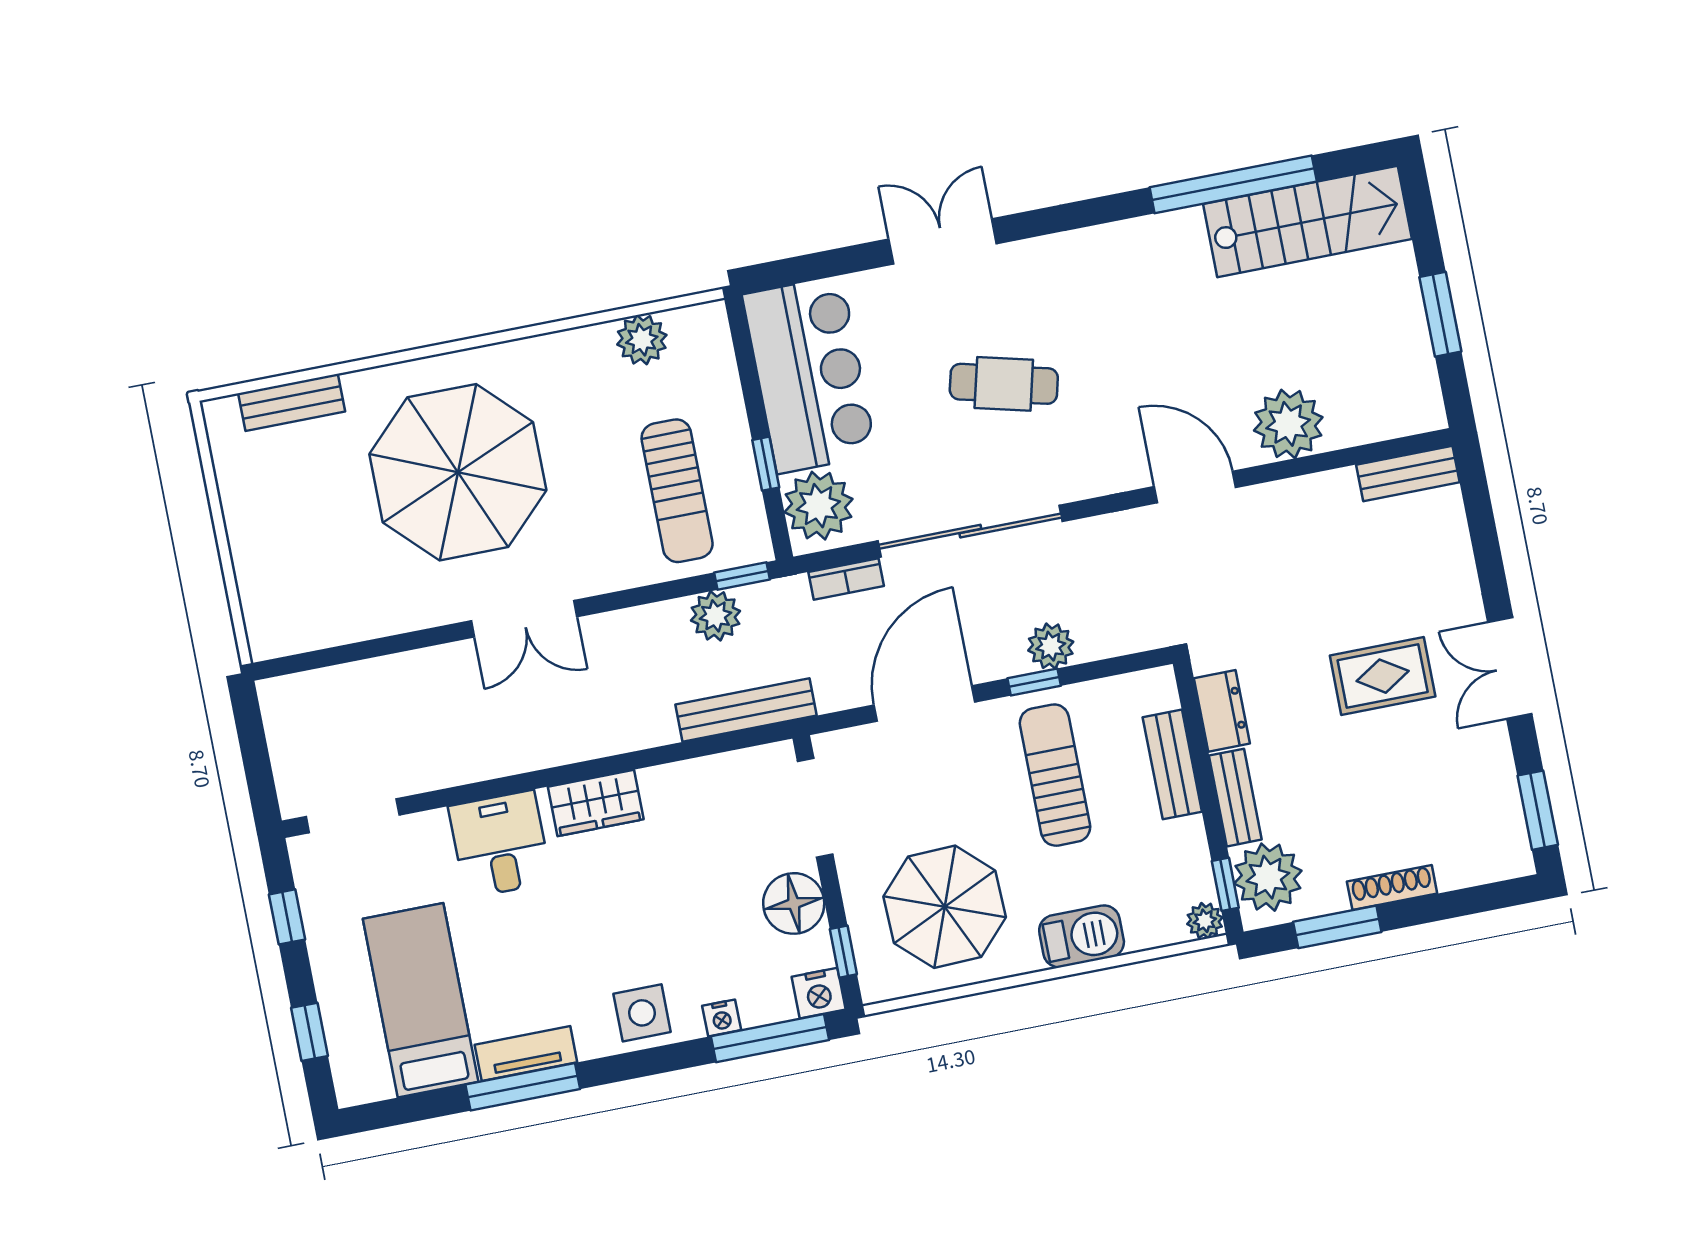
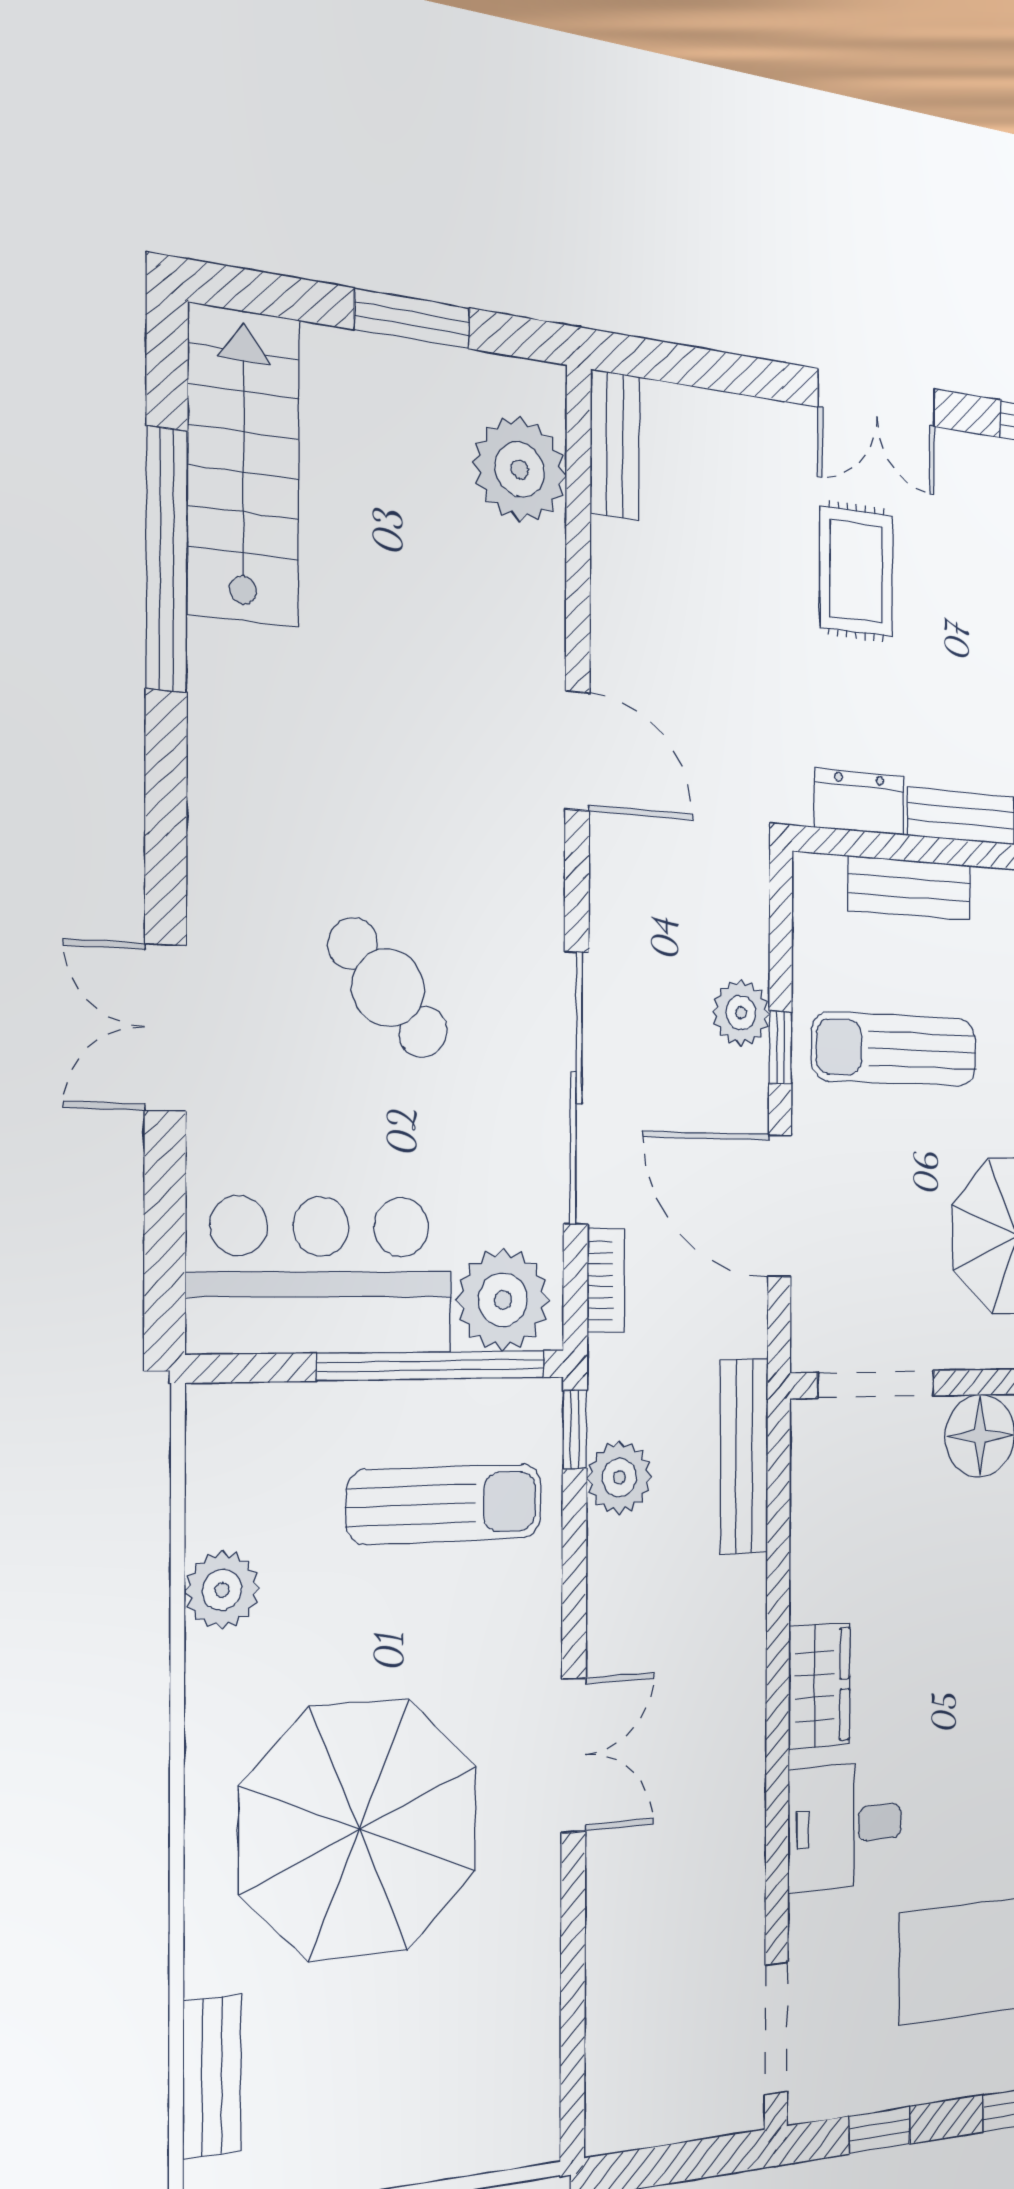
plant: (642, 340) -> (222, 1590), moved
cafe table: (1004, 384) -> (388, 988), turned -56
plant: (1288, 424) -> (520, 469), moved
window: (766, 464) -> (432, 1366), width x3.17
door: (1195, 487) -> (577, 751), swing flipped

